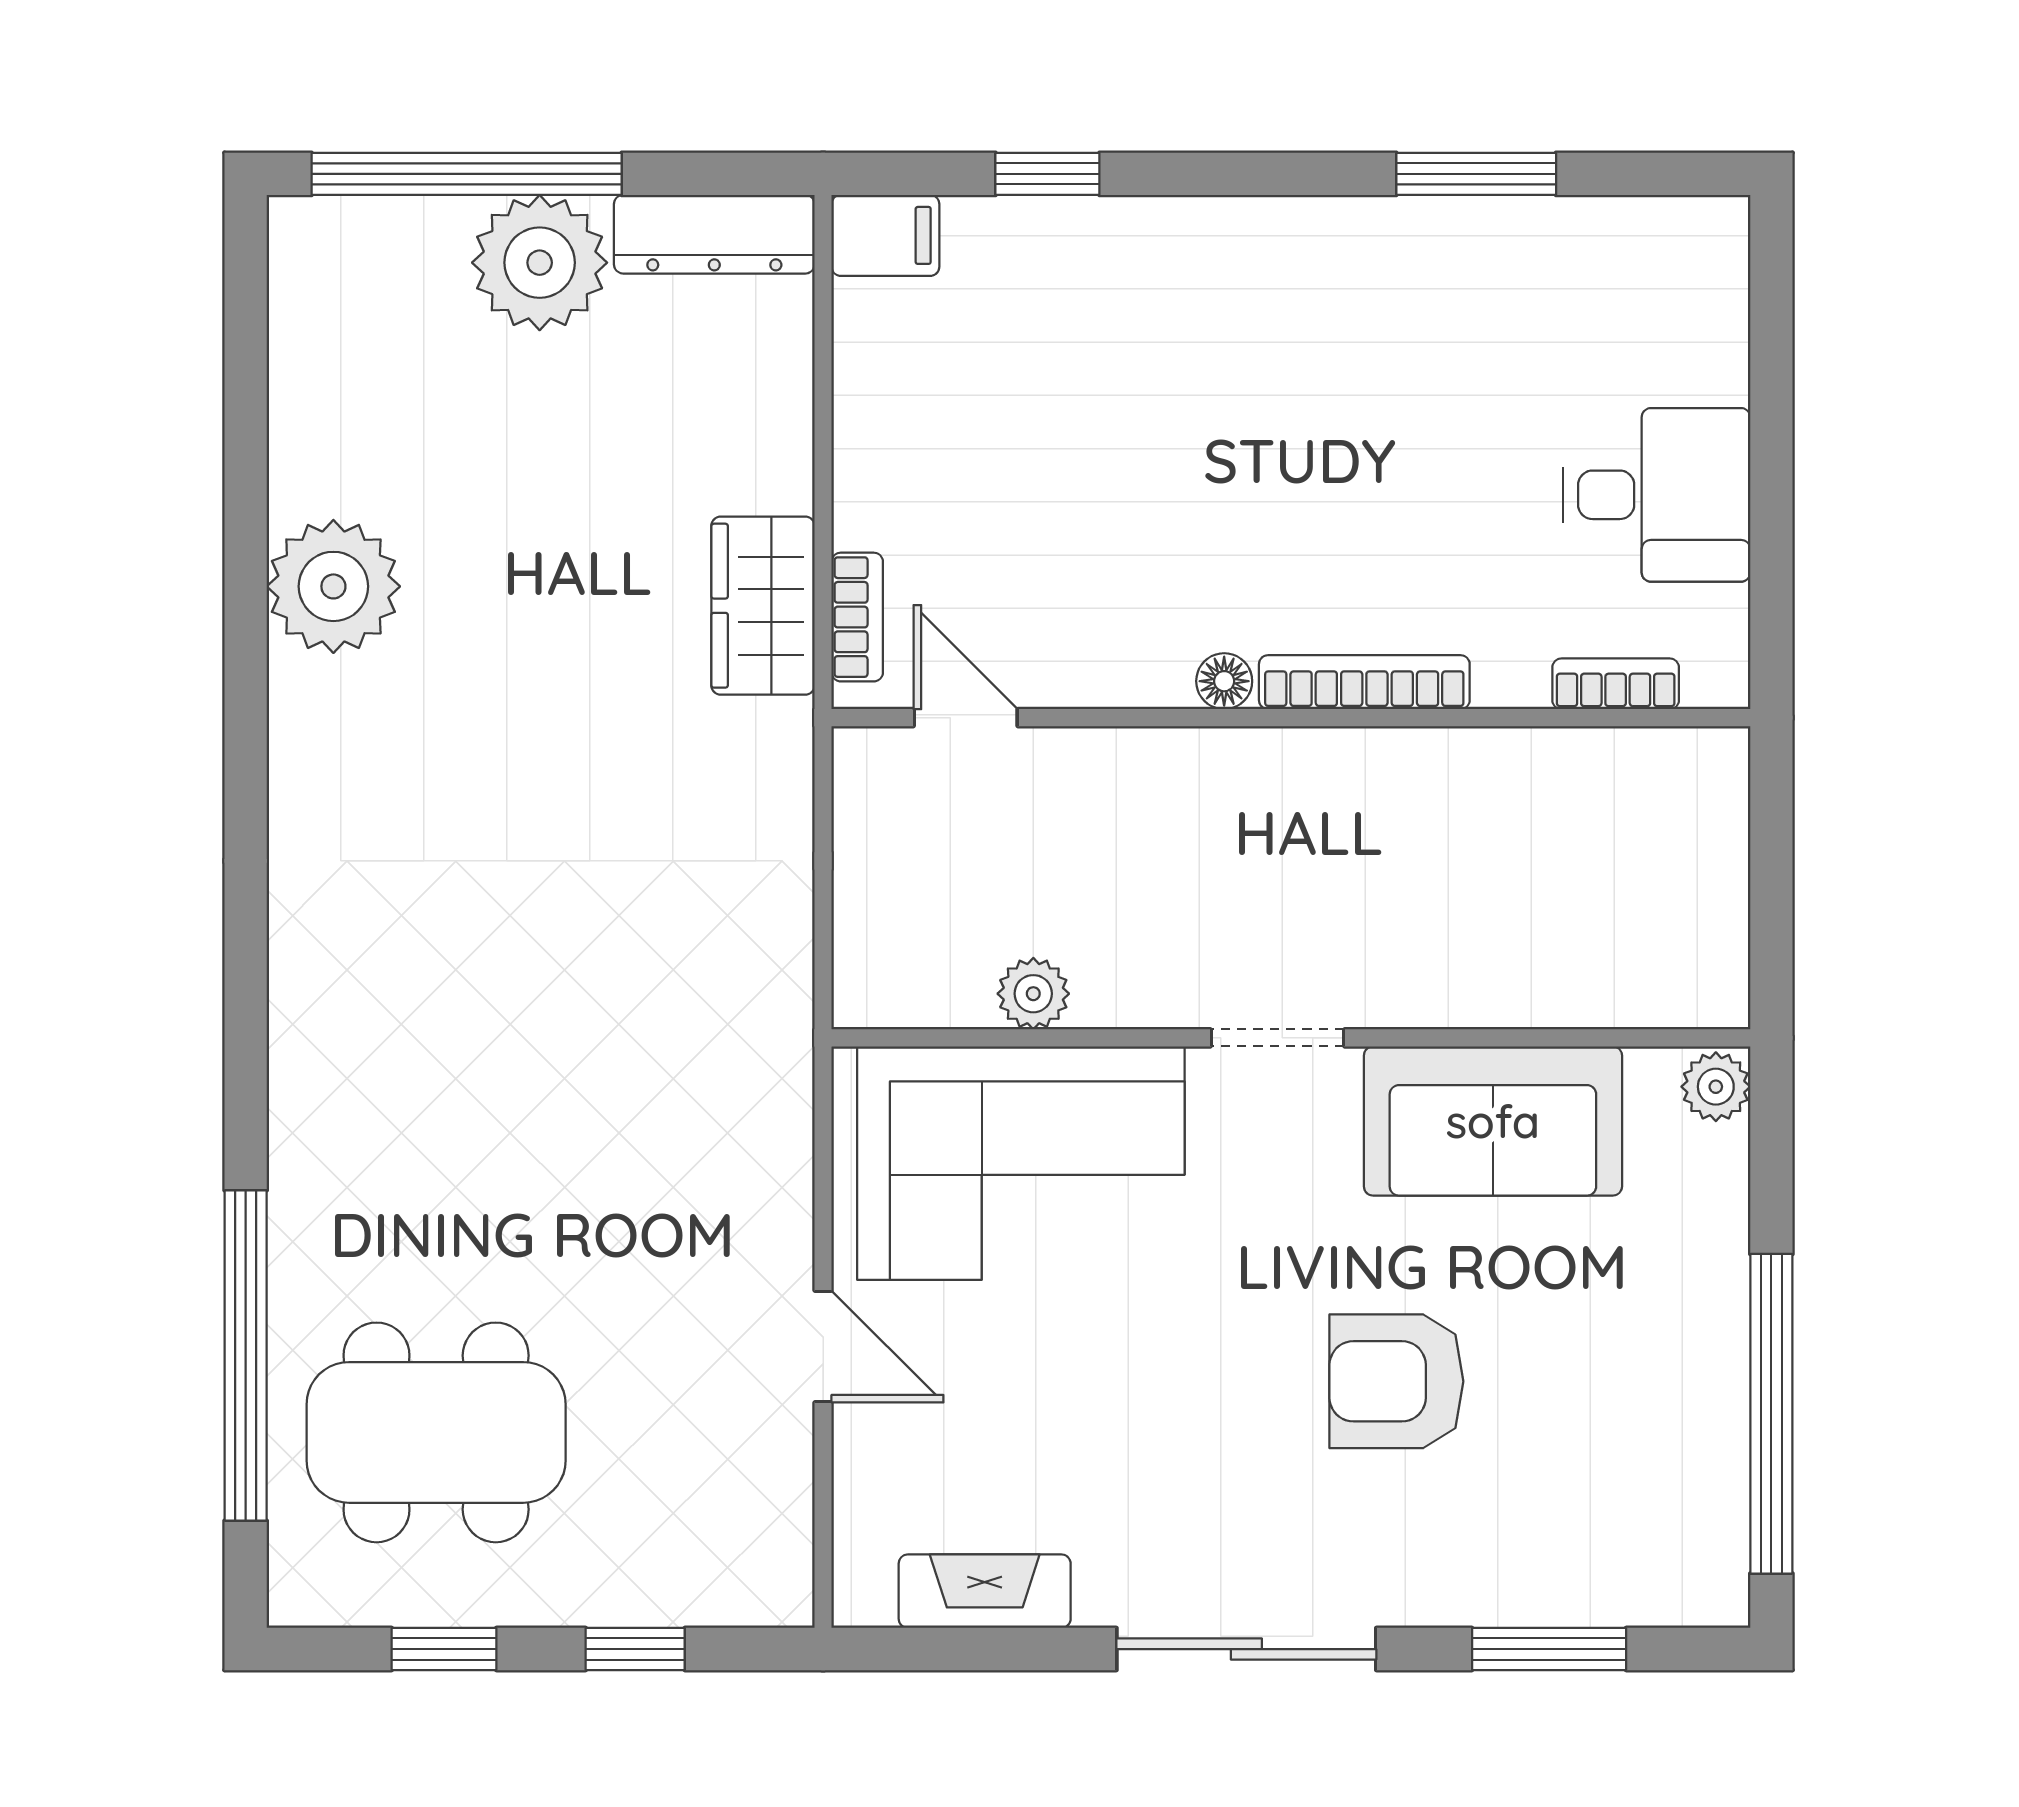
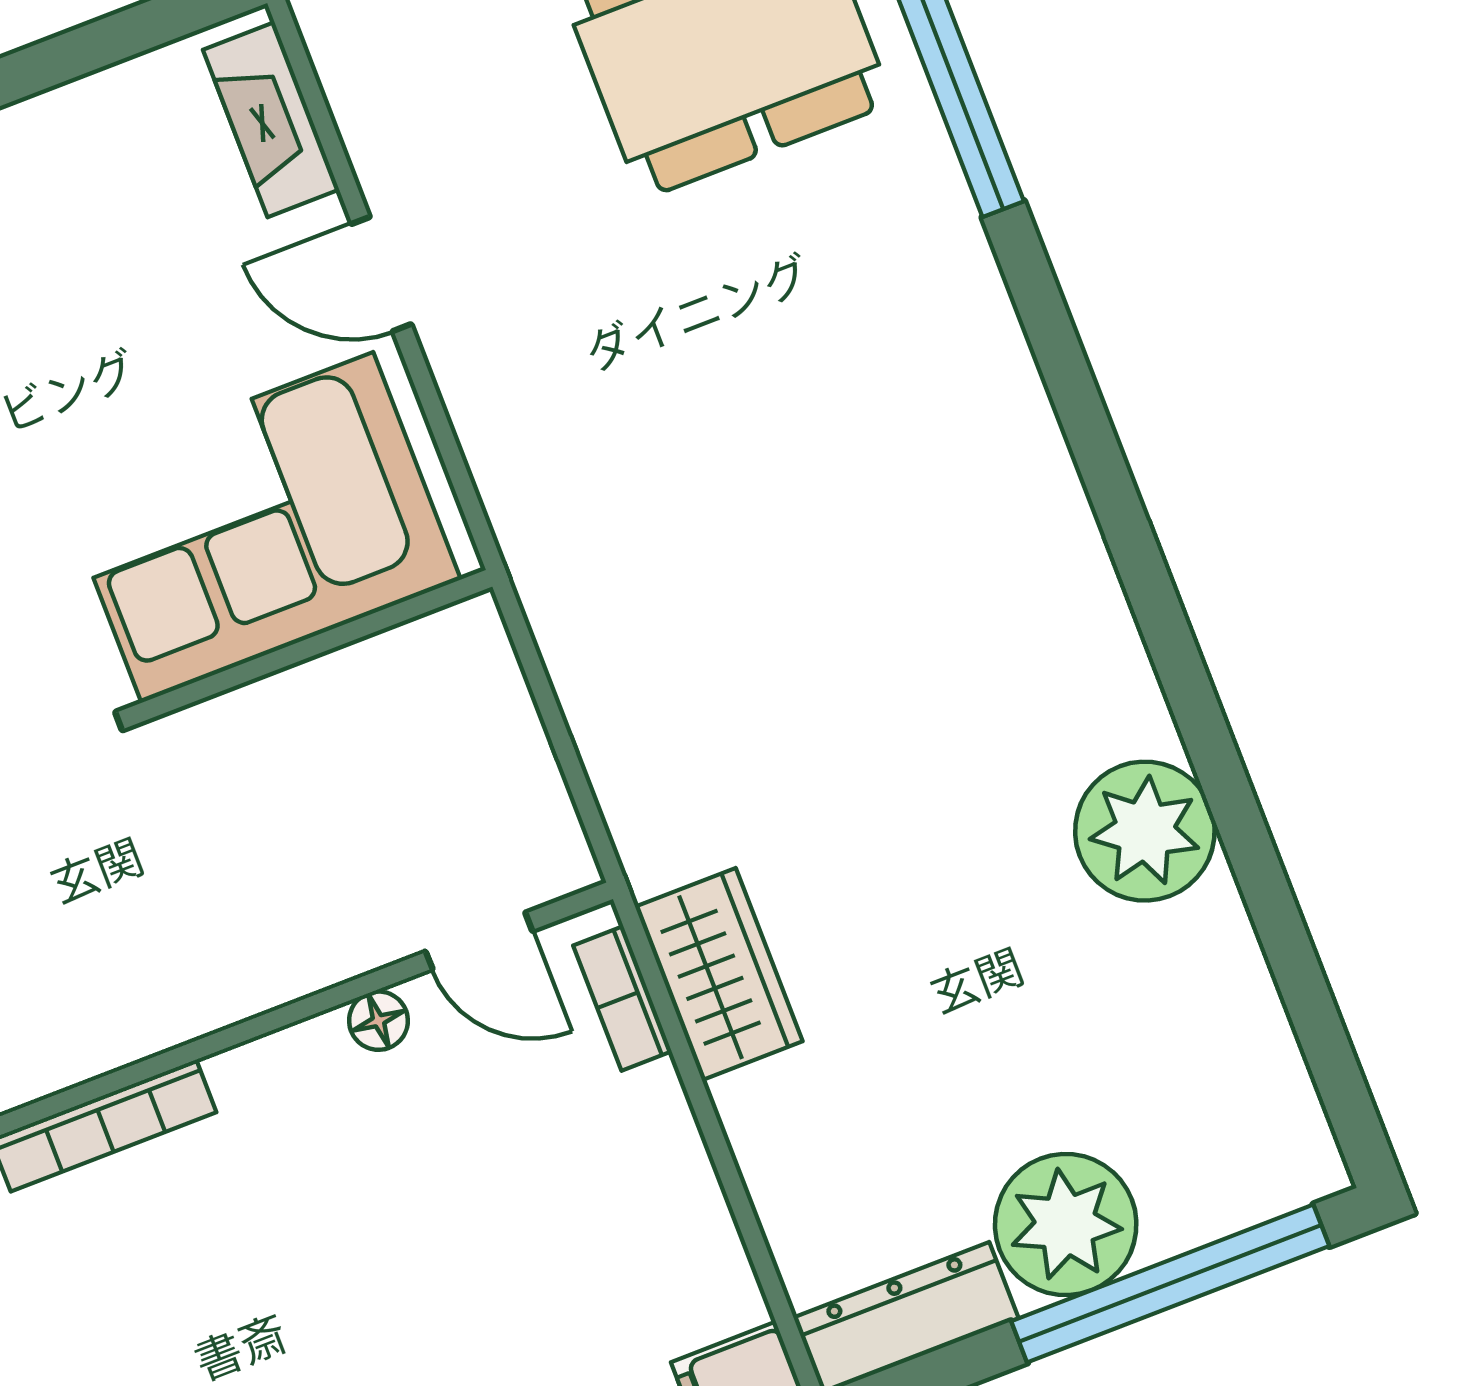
floor lamp: (1224, 681) -> (378, 1021), moved
plant: (1033, 994) -> (309, 697), removed
fireplace: (985, 1591) -> (271, 120), moved, turned 90

